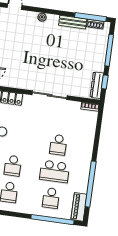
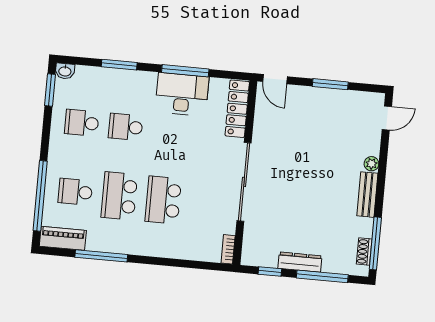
bench: (73, 22) -> (367, 195), moved
dresser: (97, 85) -> (300, 262), moved
sliding door: (50, 95) -> (244, 182), width x1.36
school desk: (58, 145) -> (163, 200), width x1.85
window: (91, 184) -> (101, 256), width x0.68

